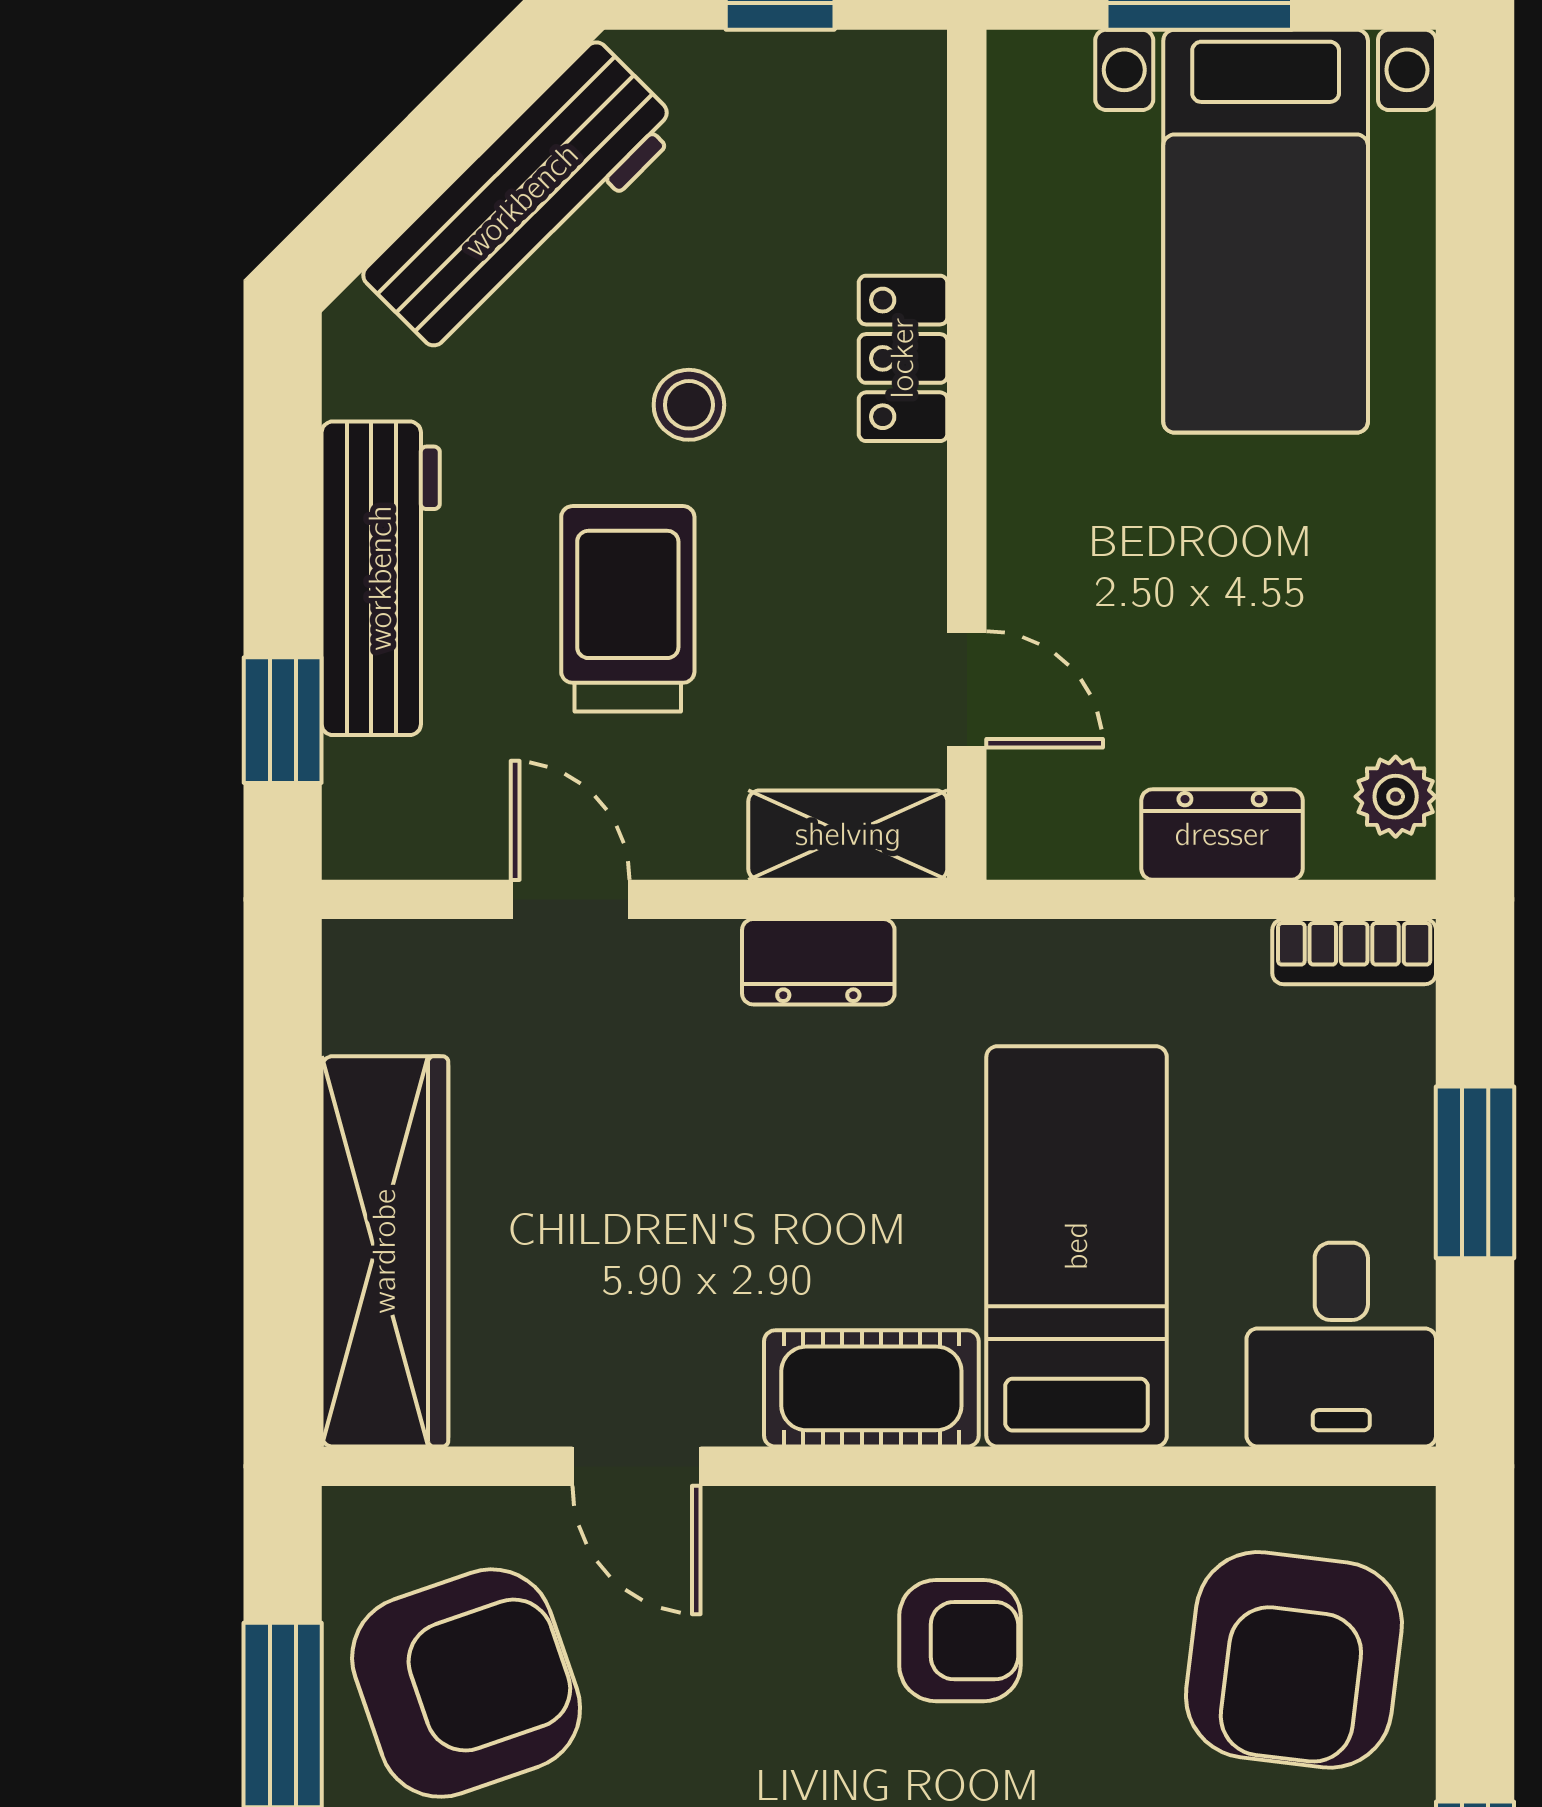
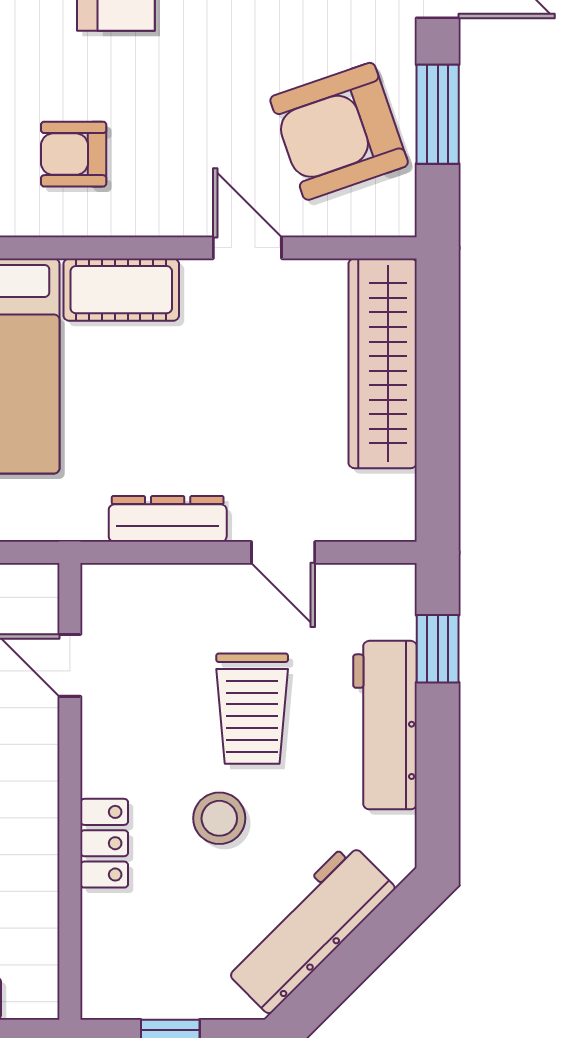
stool: (689, 405) -> (219, 818), width x1.37, depth x1.37
shelving: (848, 835) -> (134, 587), removed
dresser: (818, 962) -> (168, 519), width x1.44

